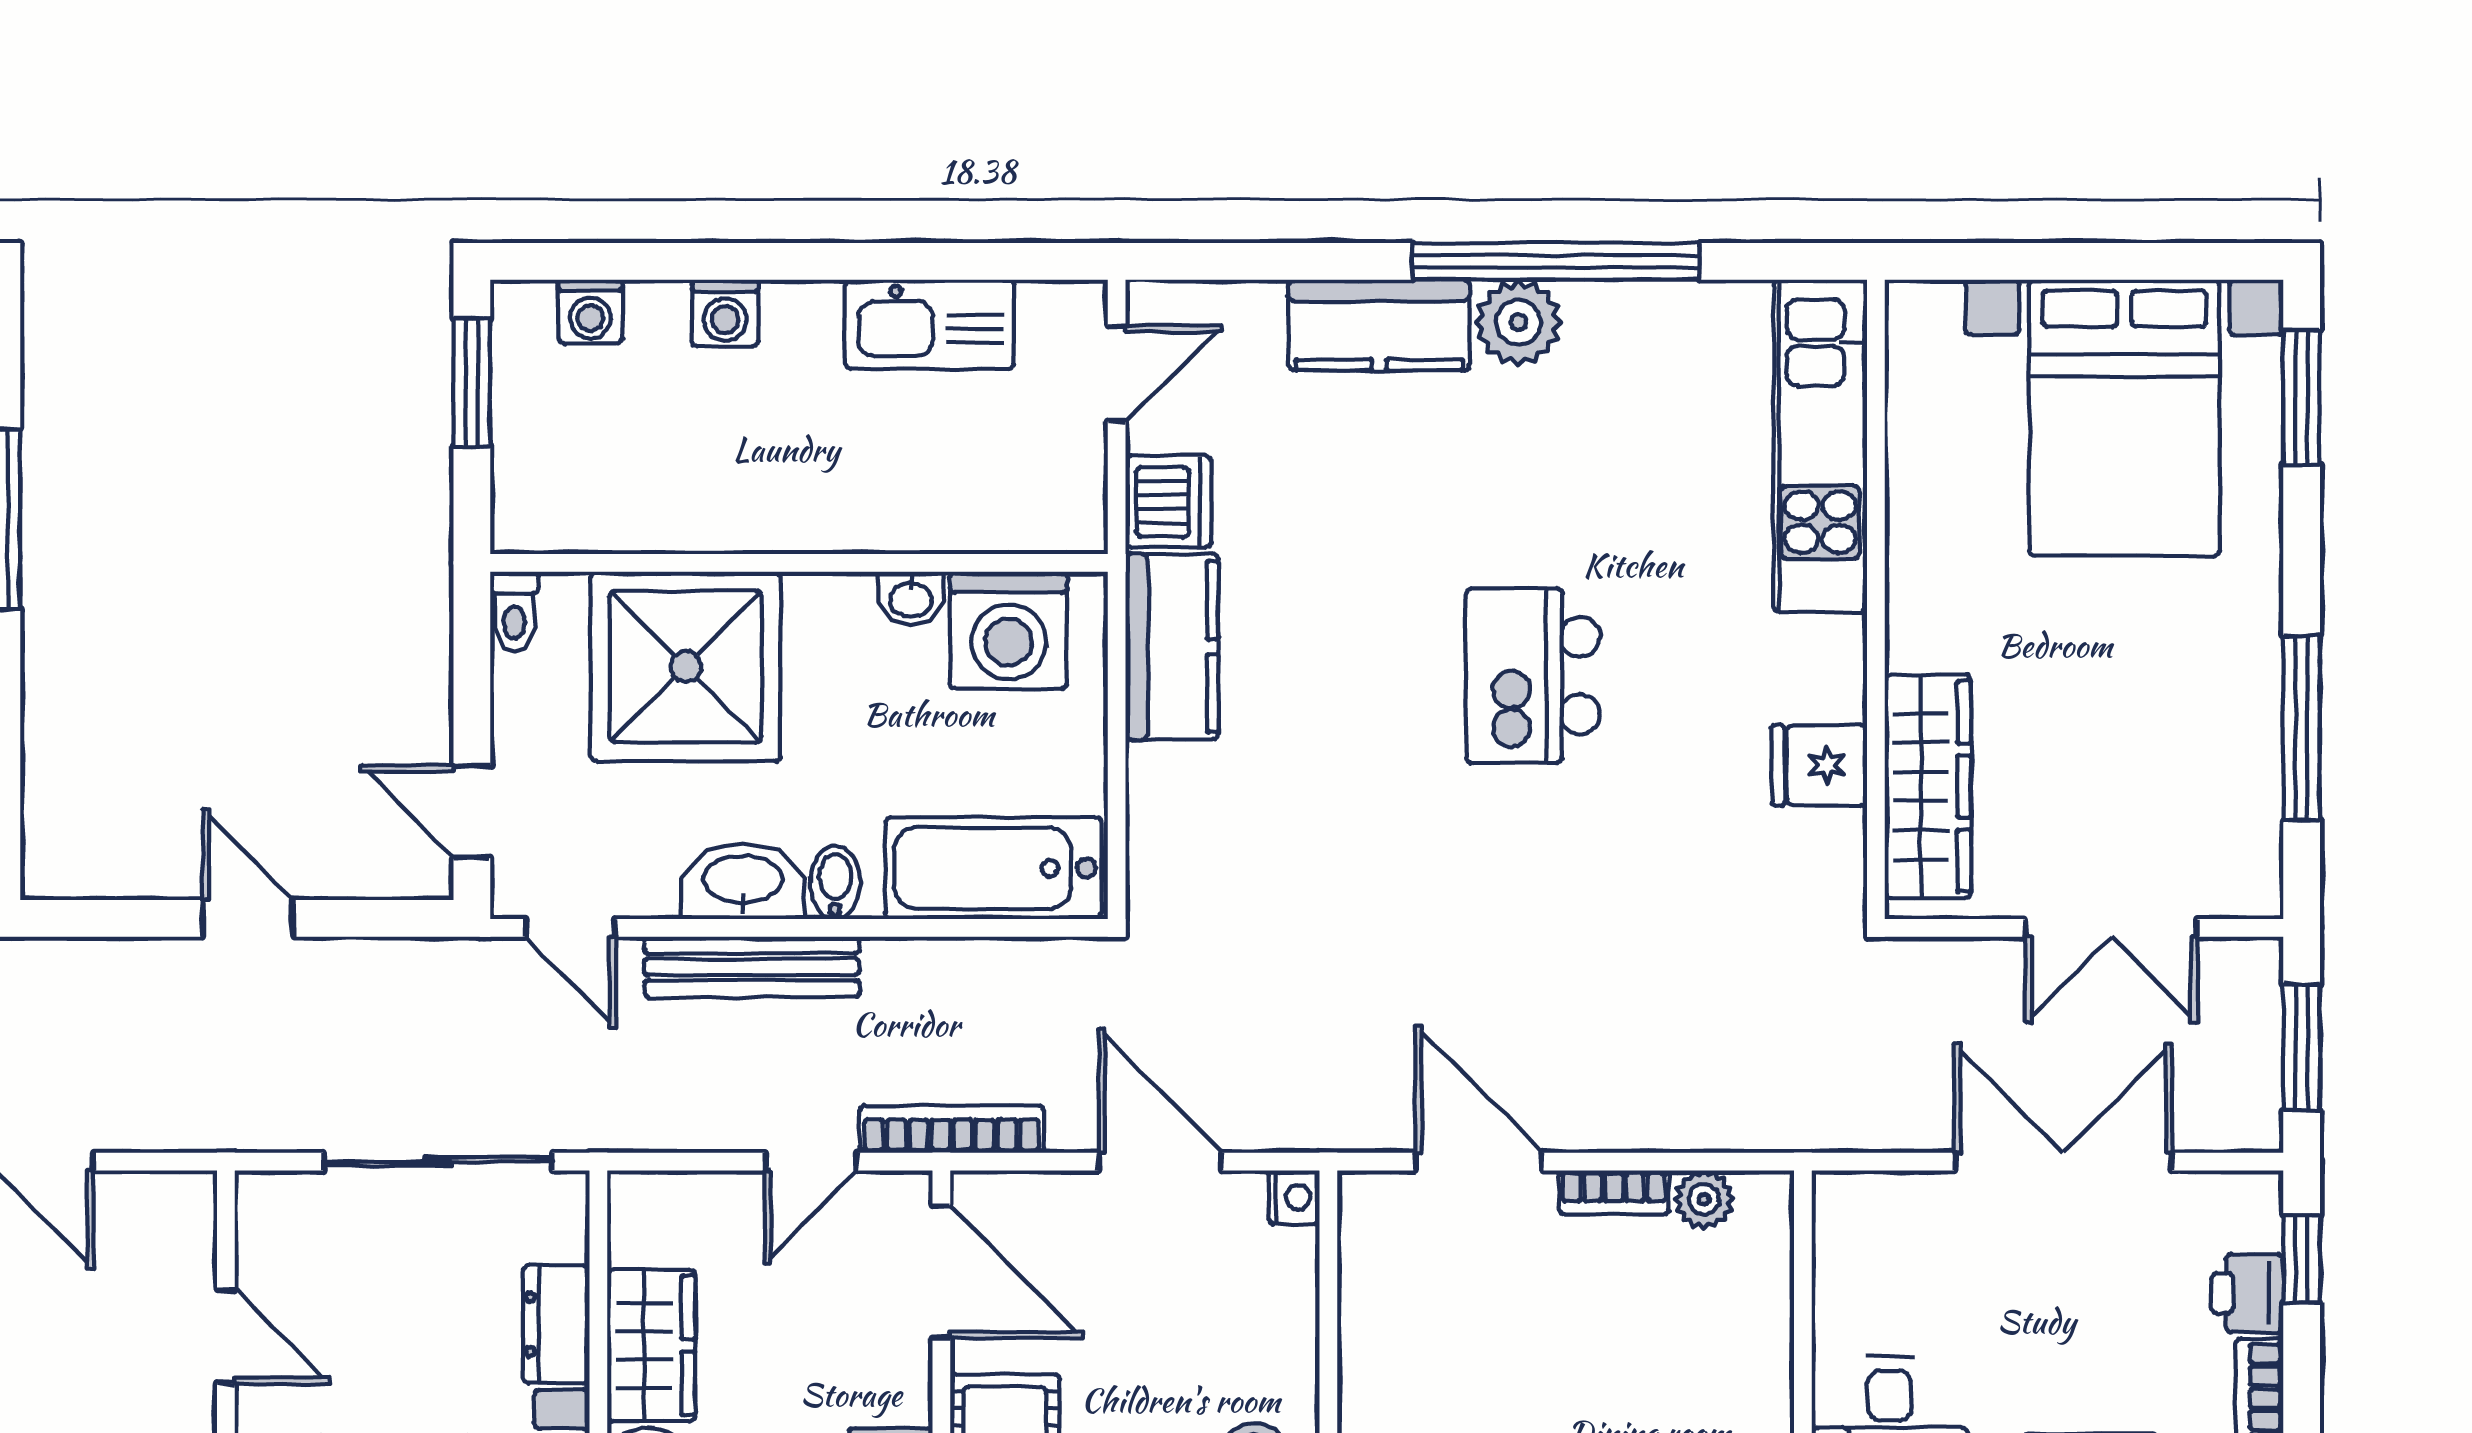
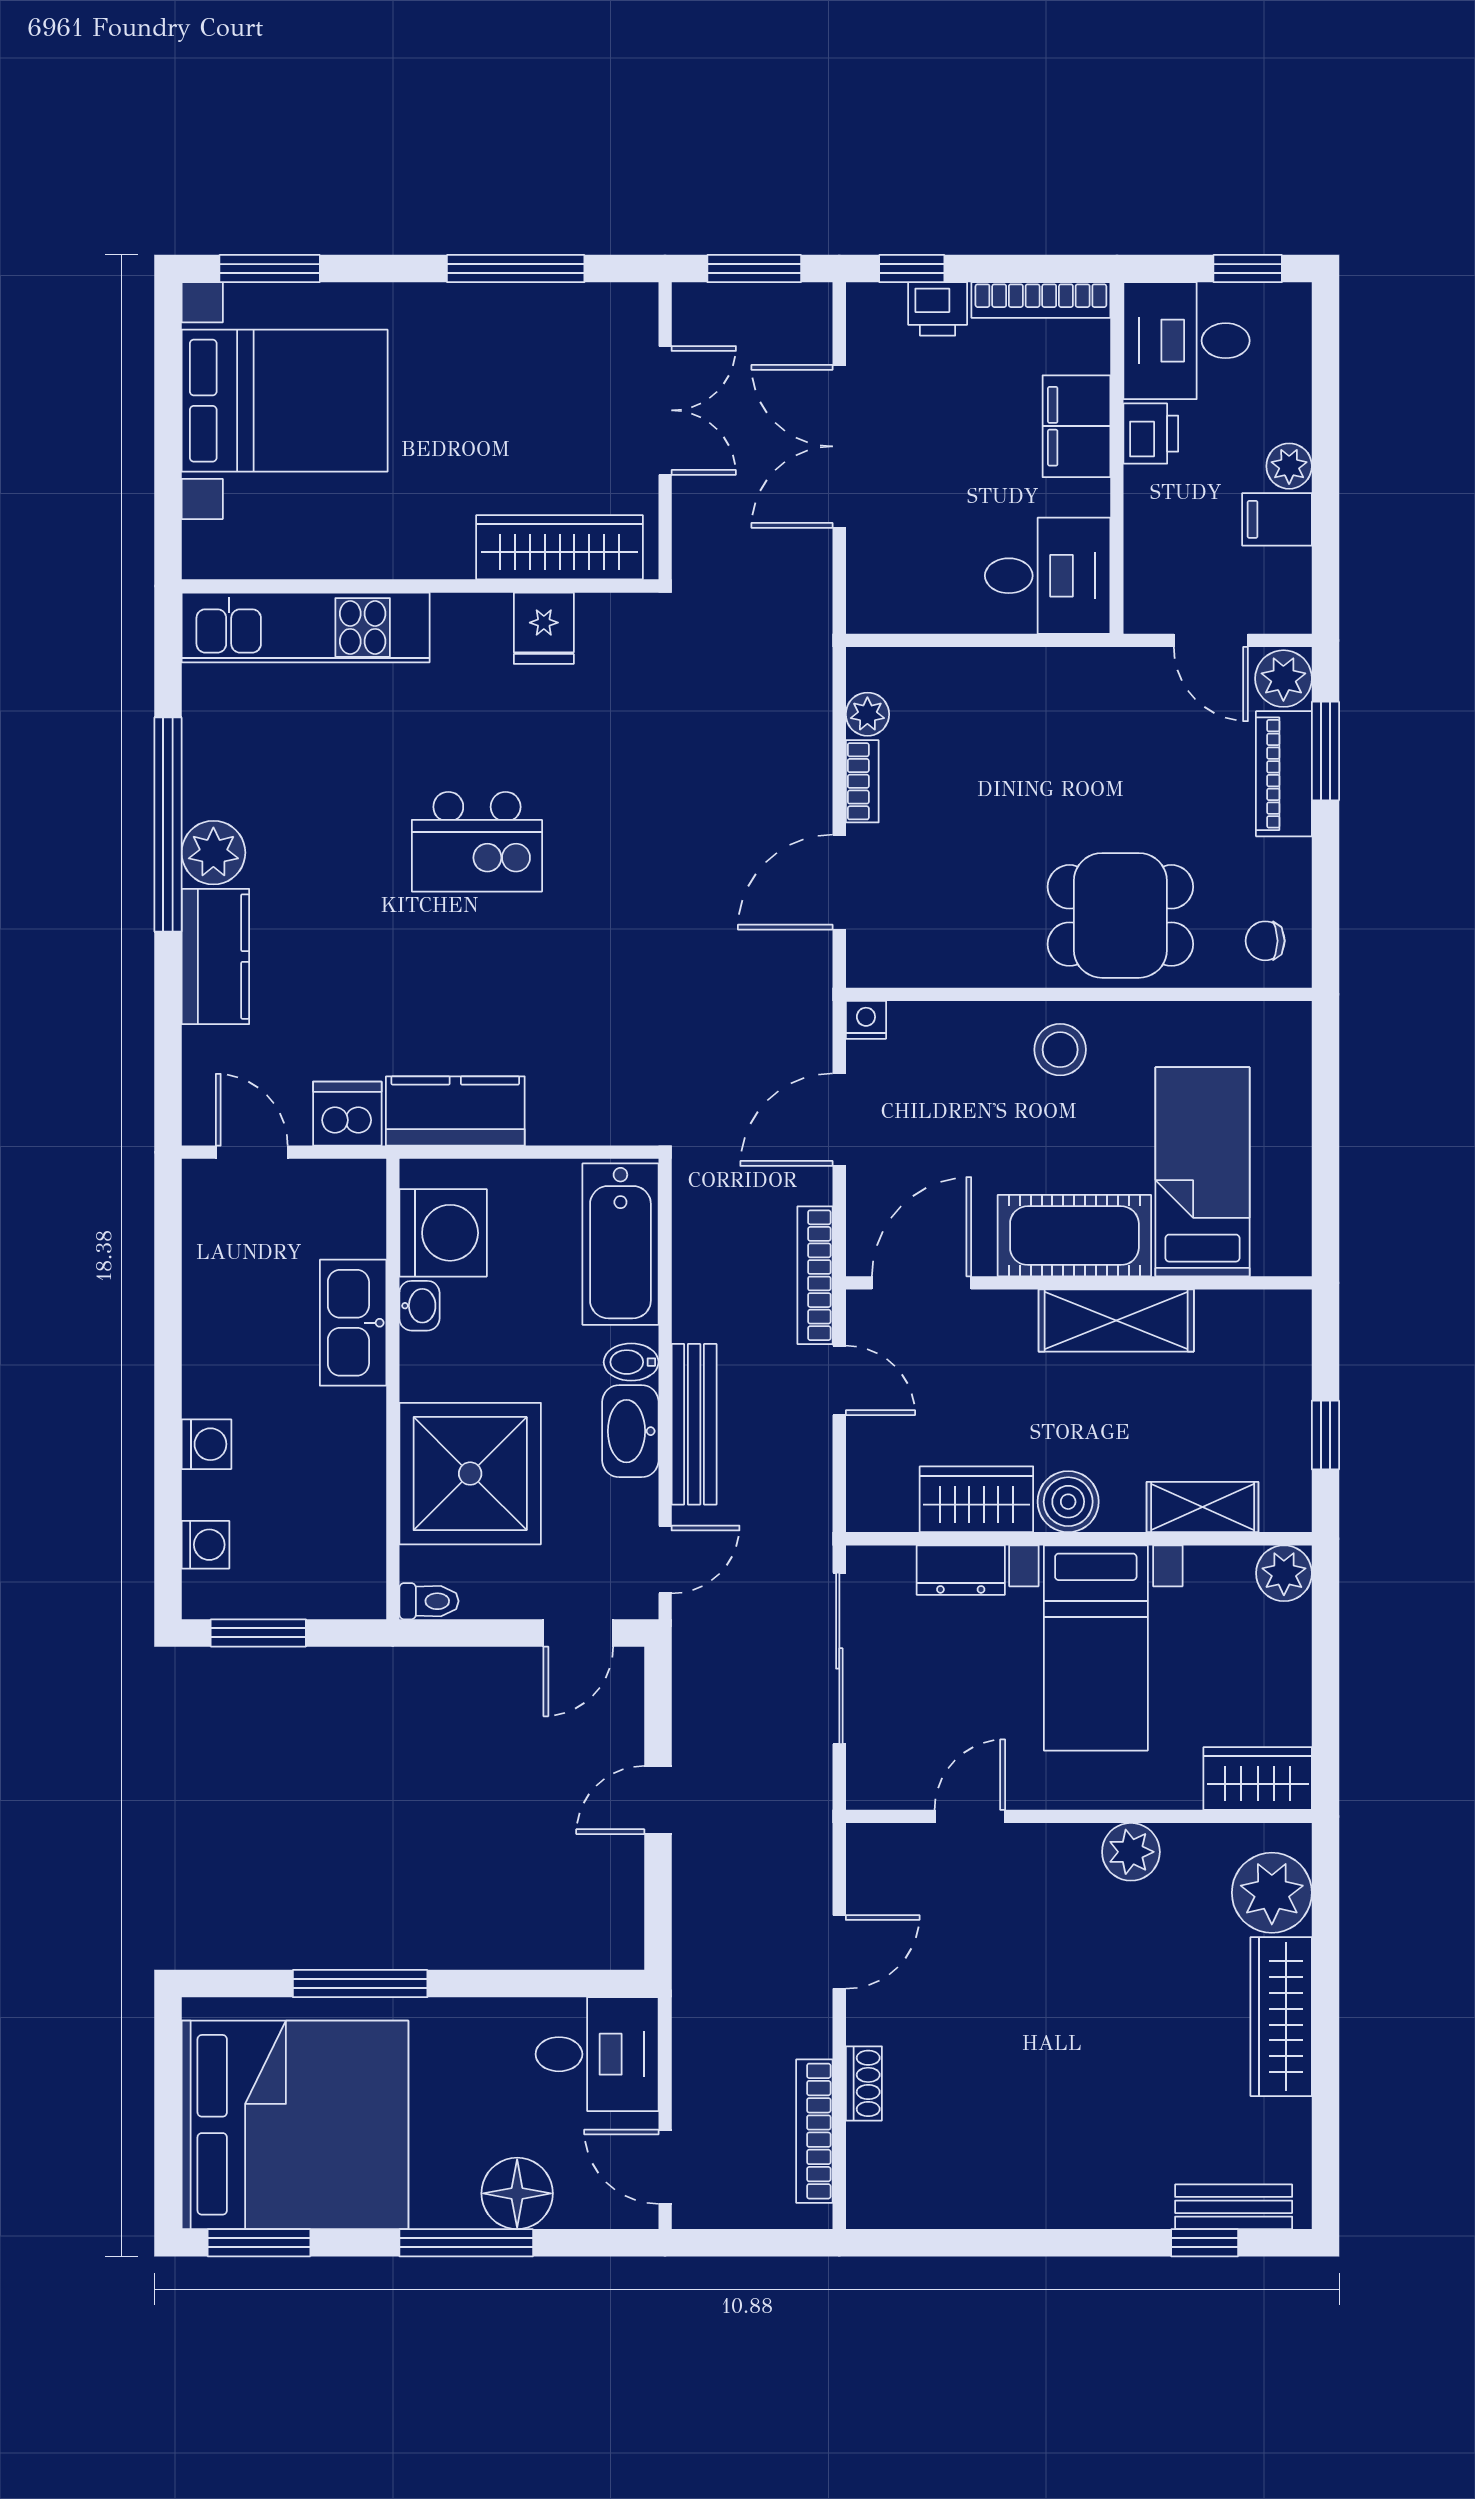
kitchen sink: (929, 324) -> (353, 1323), moved, turned 180

